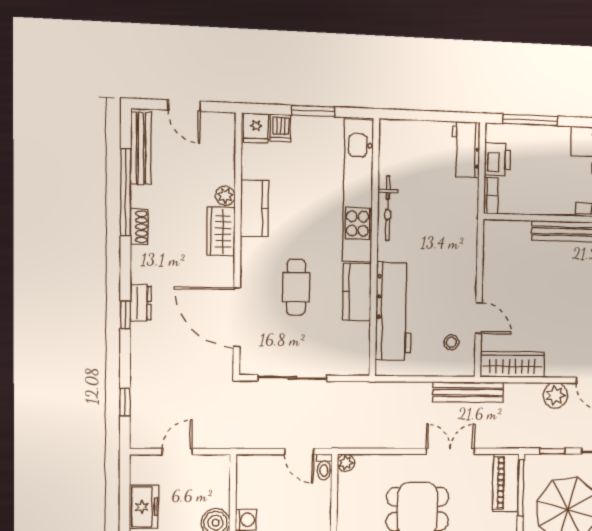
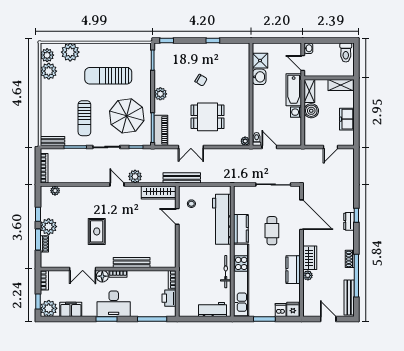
workbench: (466, 149) -> (213, 310), moved, turned -90
window: (125, 402) -> (356, 172), removed

